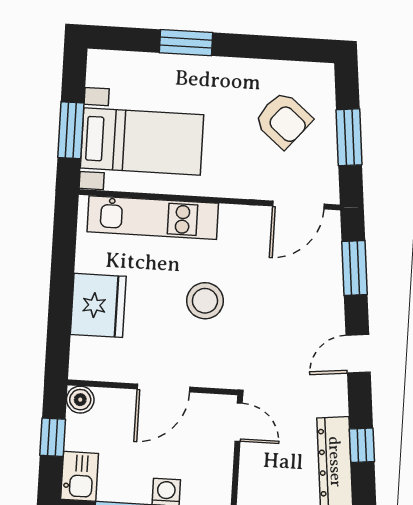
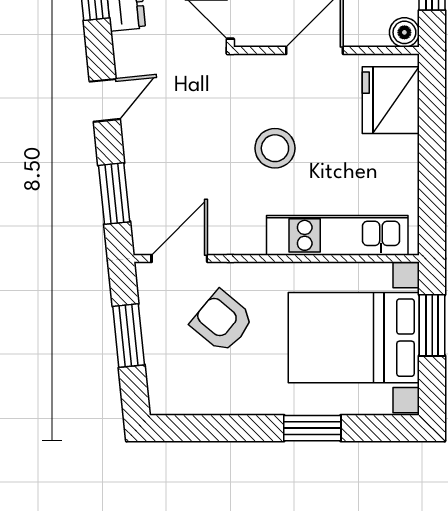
armchair: (283, 120) -> (222, 321), moved
bed with nightstands: (142, 141) -> (354, 338), width x1.36
fridge: (98, 305) -> (391, 100), moved

